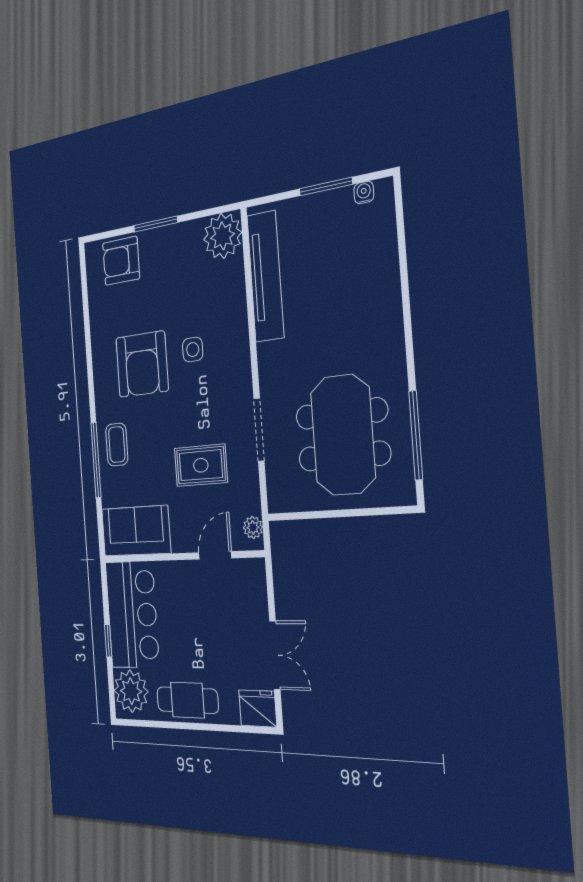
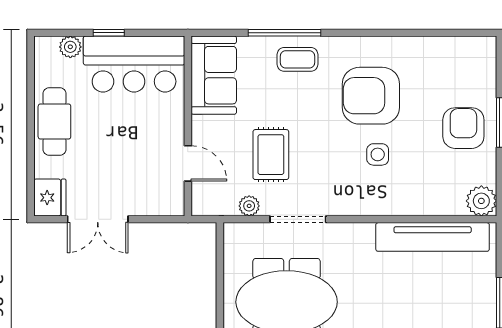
plant: (223, 236) -> (481, 201), width x0.73, depth x0.73
armchair: (121, 261) -> (463, 128), moved
plant: (253, 527) -> (249, 206), moved
plant: (131, 691) -> (70, 47), width x0.53, depth x0.53

